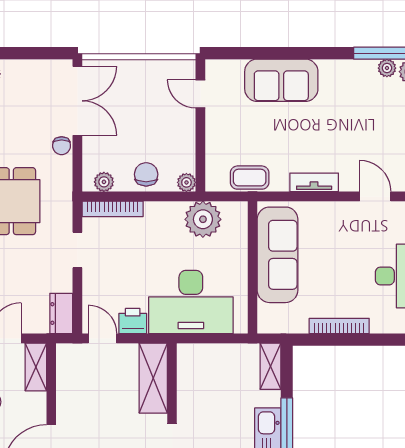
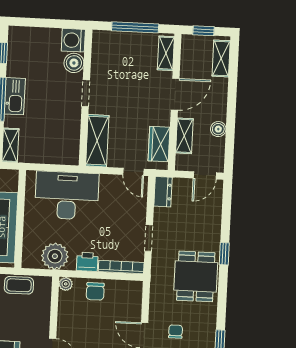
chair: (62, 146) -> (176, 332), moved
plant: (104, 182) -> (127, 287), removed
printer: (133, 321) -> (87, 262), moved, turned 180
shelving: (36, 367) -> (184, 136), moved
wardrobe: (70, 378) -> (159, 144), added

